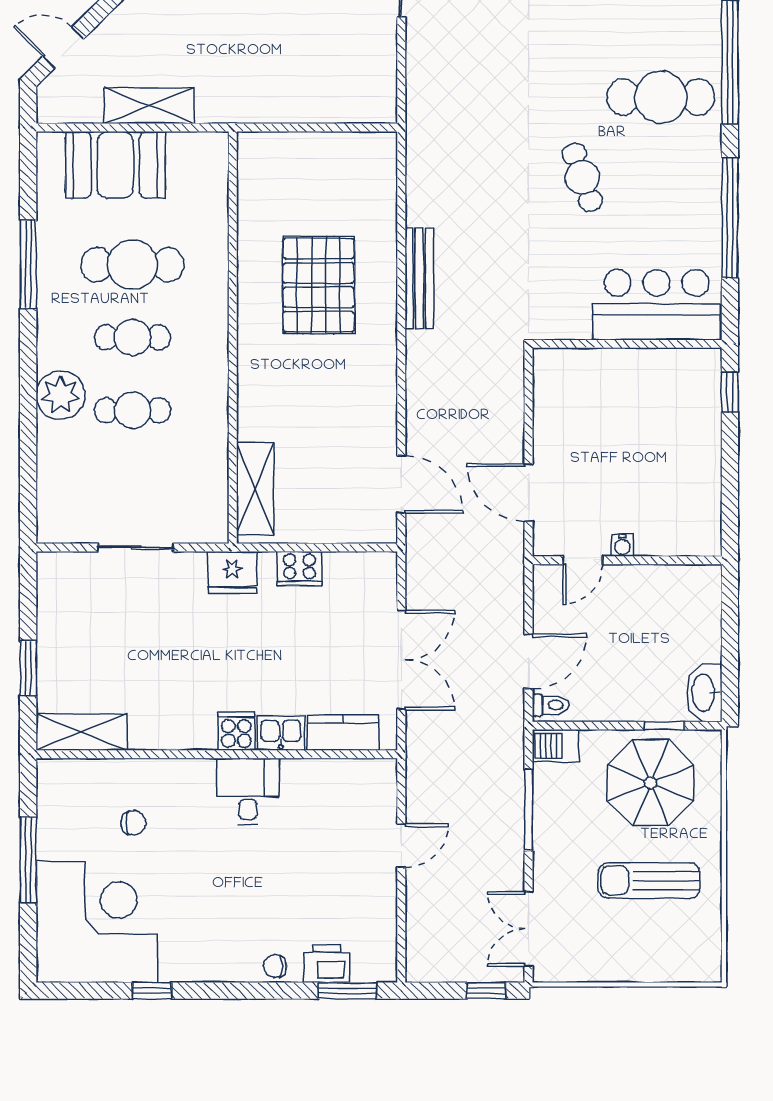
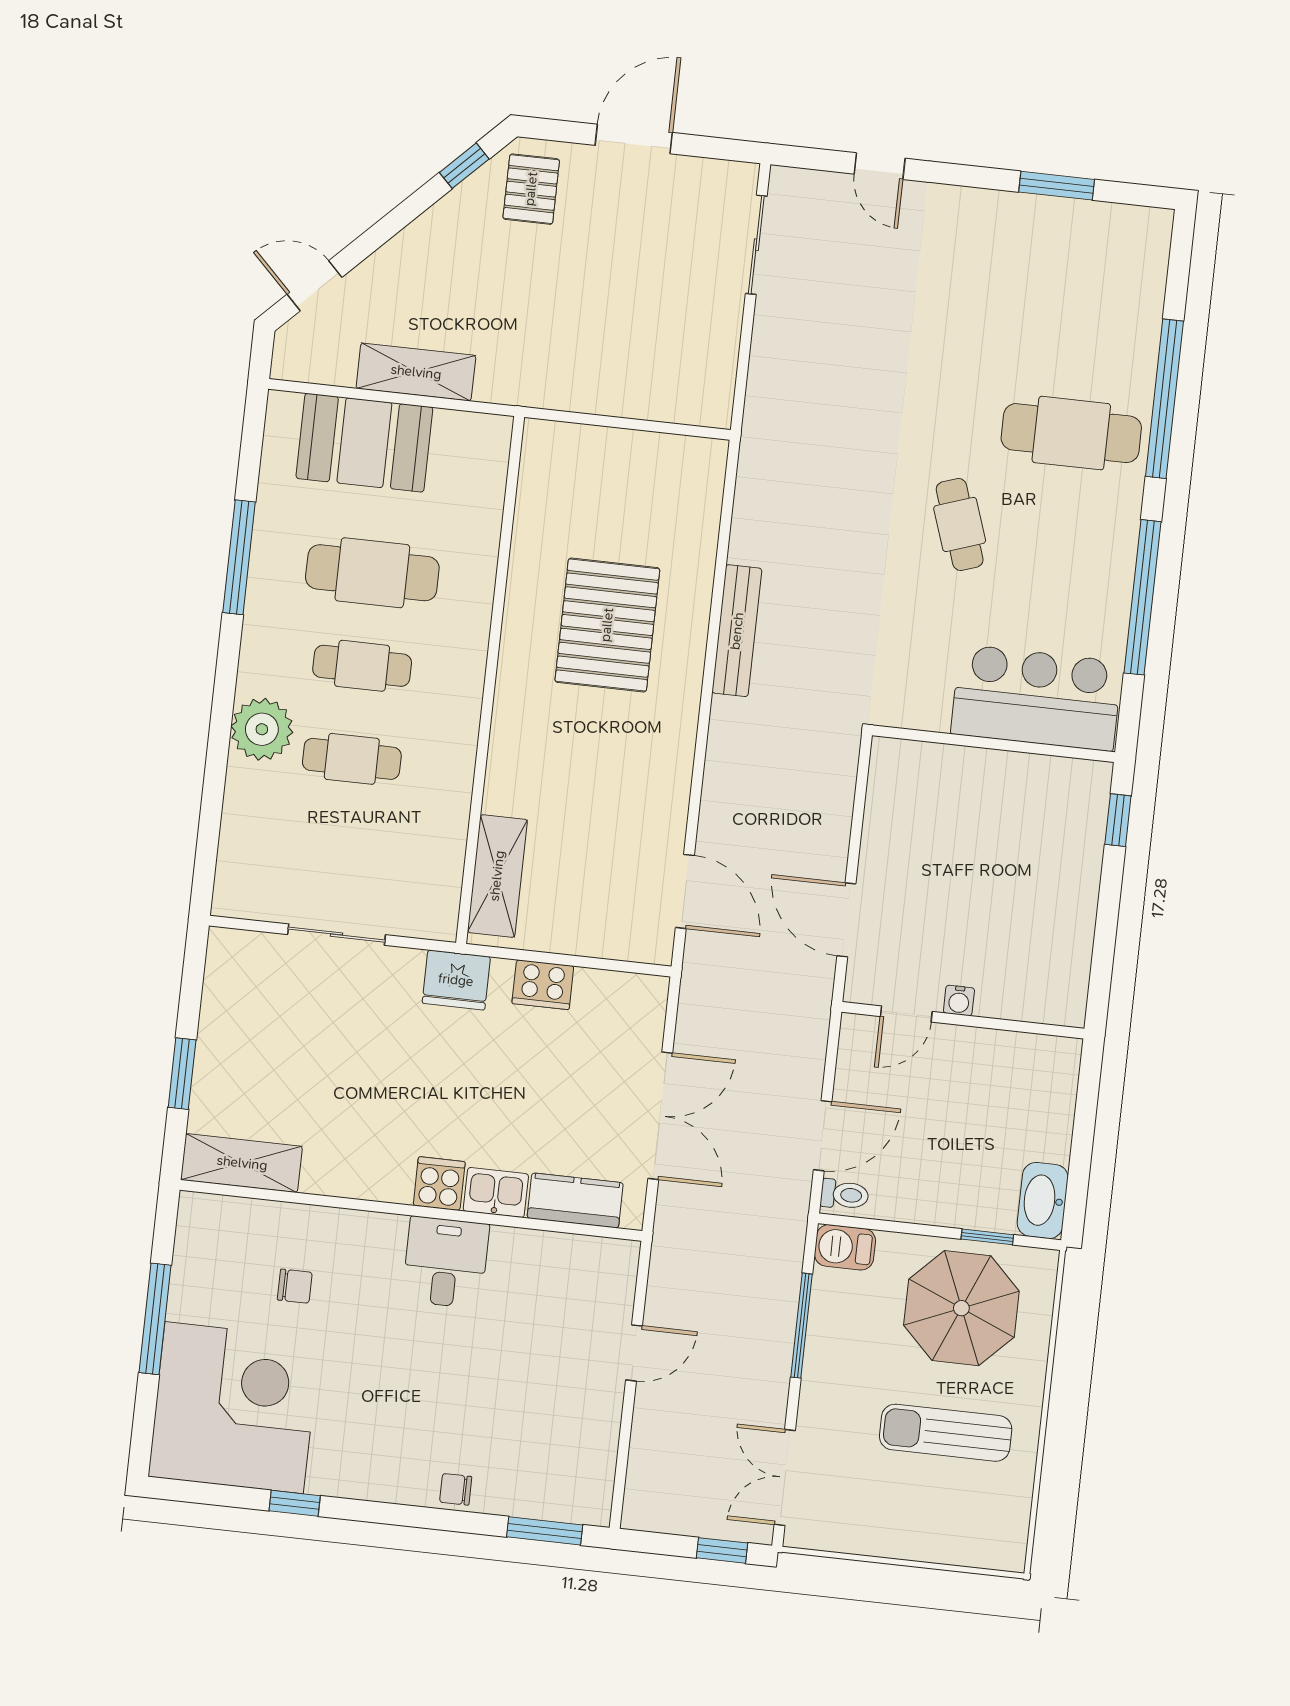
printer: (327, 964) -> (522, 1493), removed

